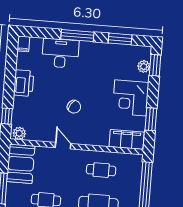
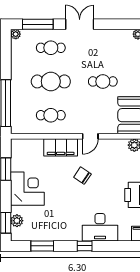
window: (77, 36) -> (85, 246), width x0.46
filing cabinet: (127, 139) -> (61, 147), moved
door: (63, 146) -> (90, 136), hinge flipped

